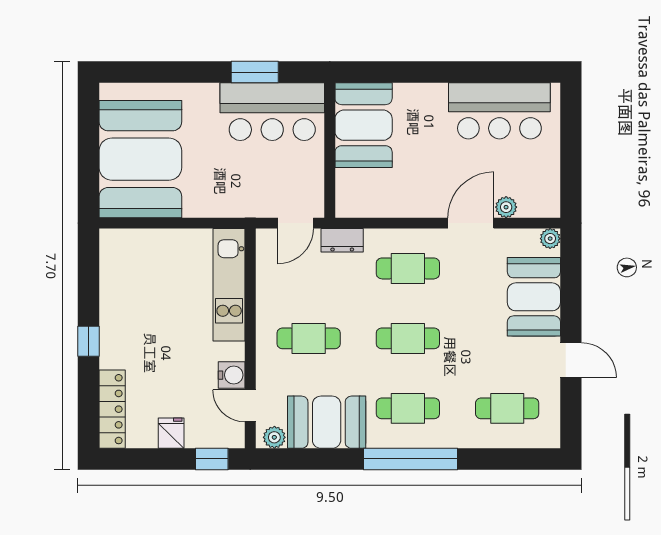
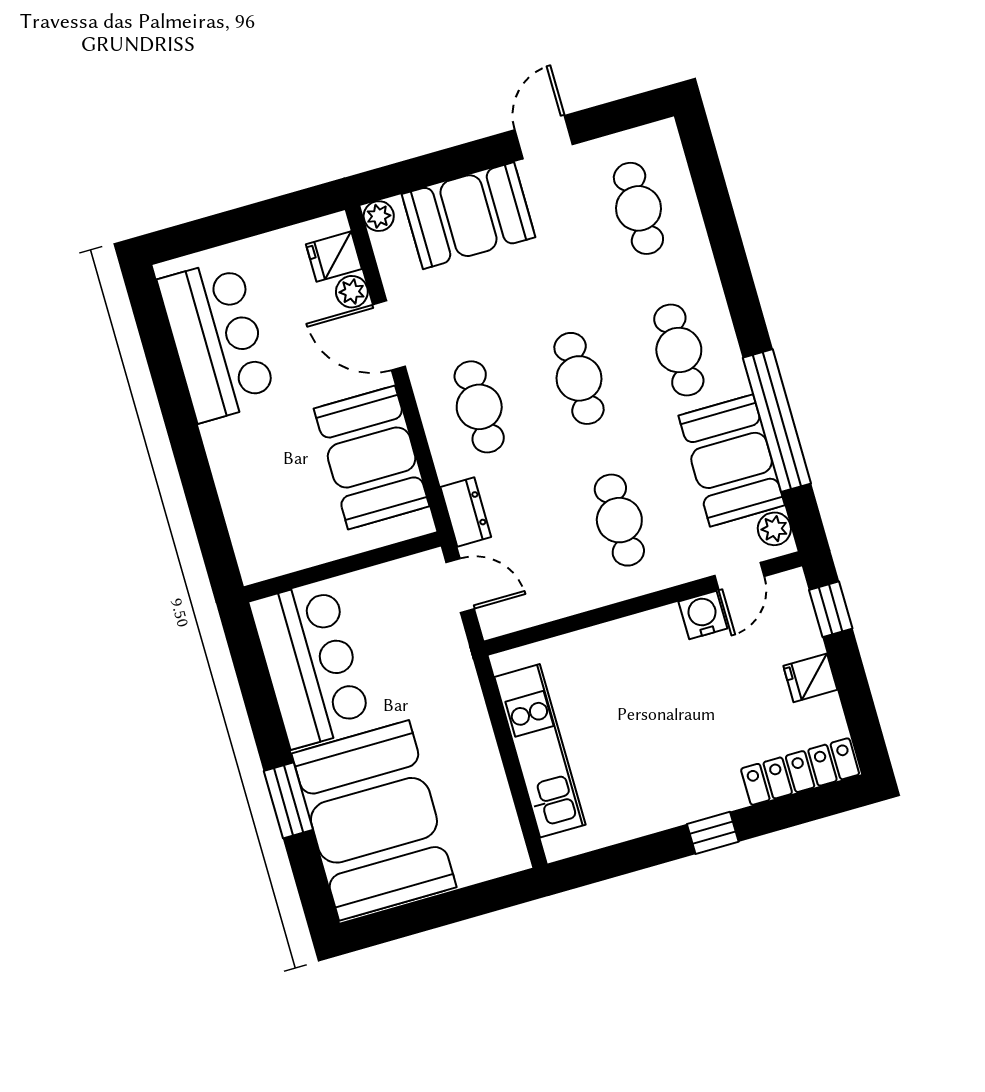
window: (255, 72) -> (288, 800), moved
booth: (364, 125) -> (372, 457), moved, turned 90
booth: (140, 159) -> (374, 820), moved, turned 90
fridge: (532, 202) -> (334, 257), added
kitchen unit: (229, 285) -> (540, 751), moved, turned -90
window: (410, 459) -> (777, 421), moved

